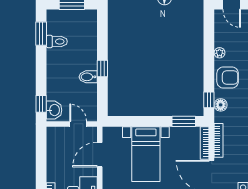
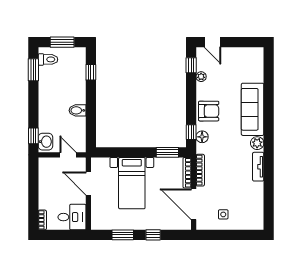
window: (209, 29) -> (191, 65), added
toilet: (57, 41) -> (48, 59), moved
plant: (220, 53) -> (201, 77), moved
window: (102, 69) -> (91, 72), moved
door: (100, 155) -> (88, 184), hinge flipped

